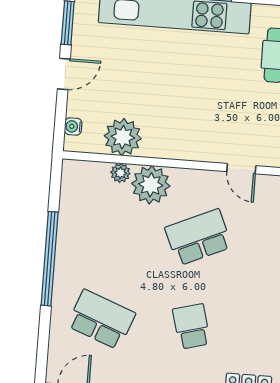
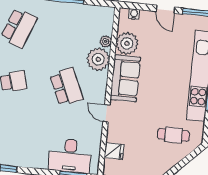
sofa: (182, 138) -> (125, 78), added
door: (241, 169) -> (106, 113), hinge flipped

